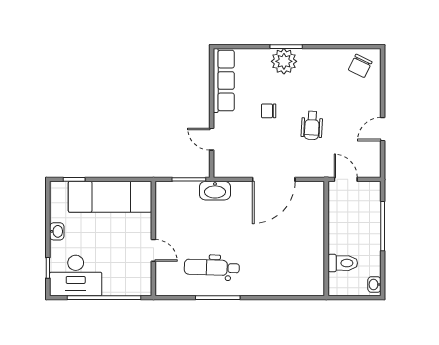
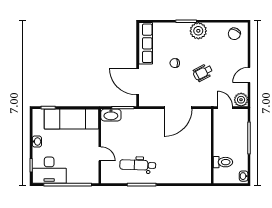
plant: (284, 61) -> (198, 31), moved
wheelchair: (312, 125) -> (203, 72), turned 59
door: (212, 139) -> (138, 81), width x1.87
plant: (370, 167) -> (241, 100), added
washbasin: (215, 191) -> (111, 115), moved

